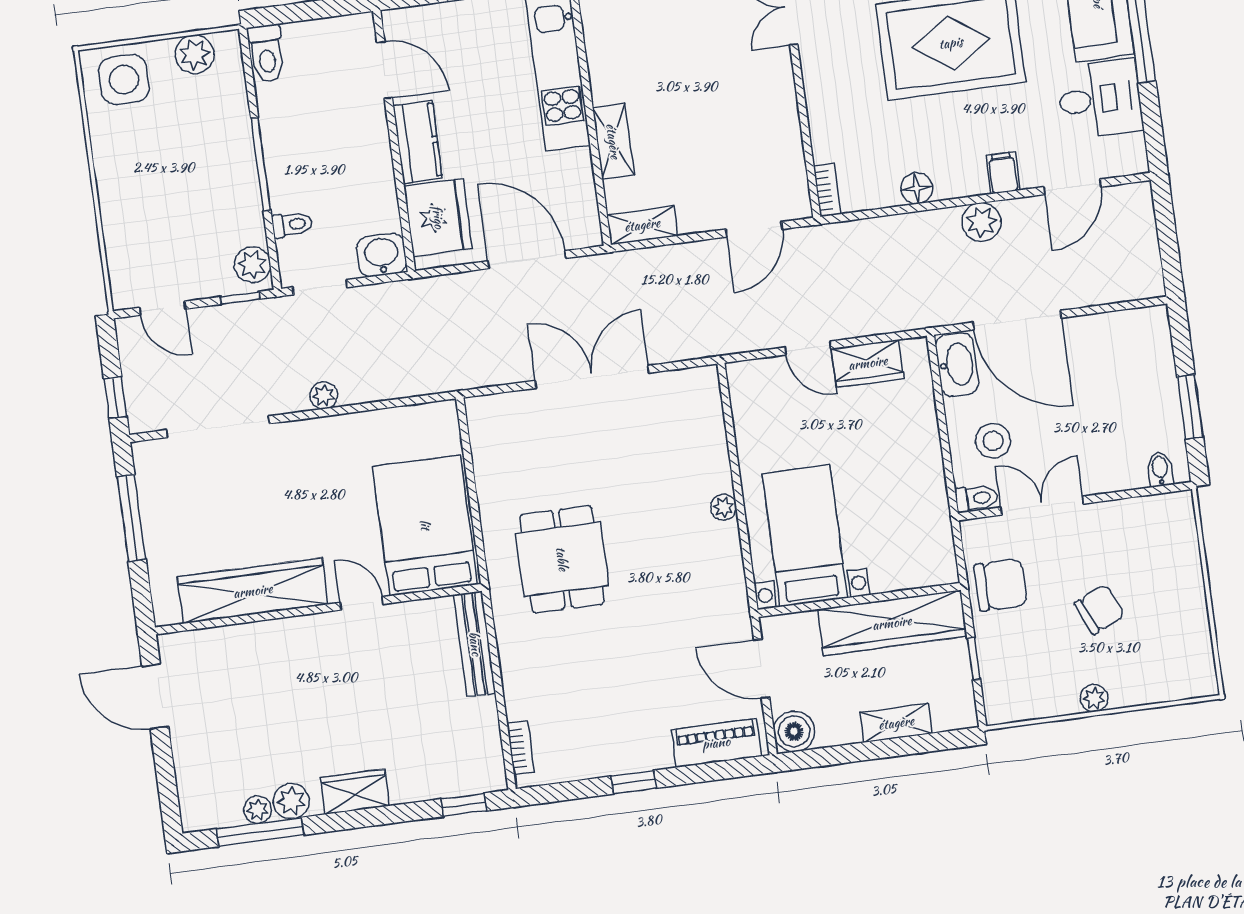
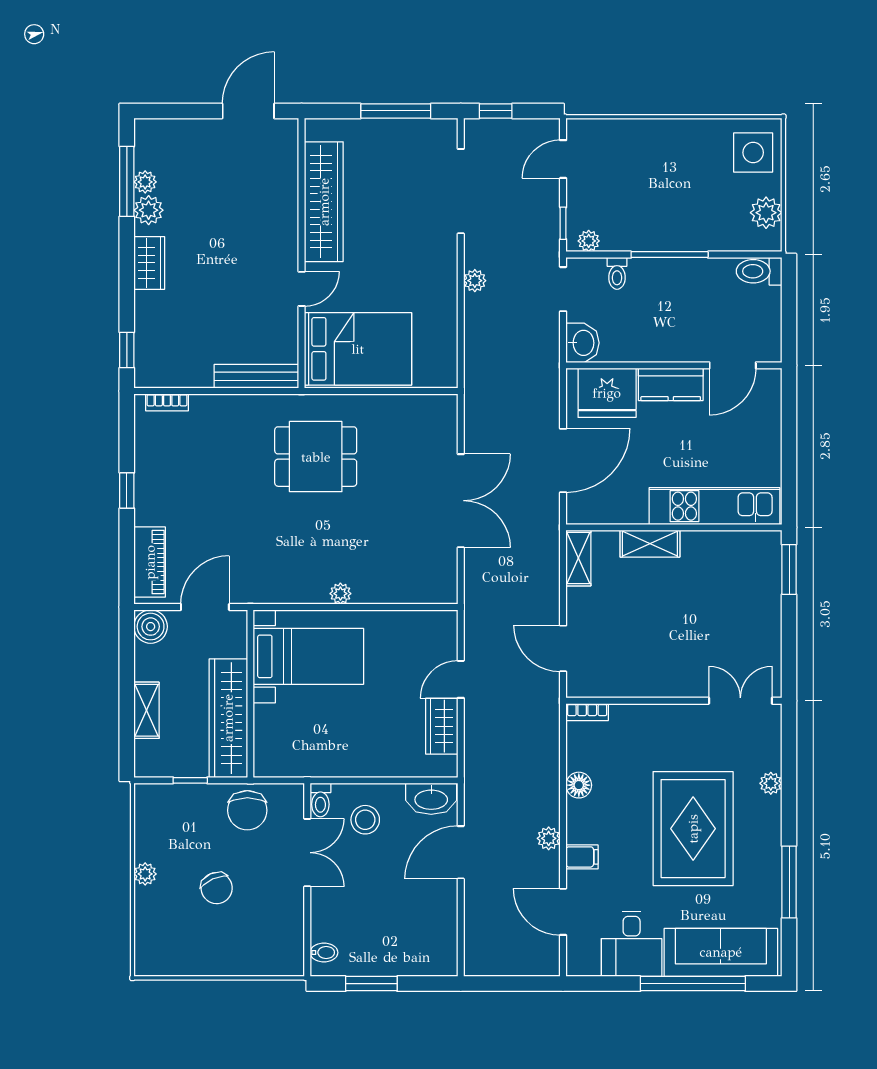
plant: (981, 222) -> (549, 838), width x0.73, depth x0.73
plant: (252, 265) -> (589, 241), width x0.73, depth x0.73
door: (1017, 320) -> (461, 852), width x0.73

